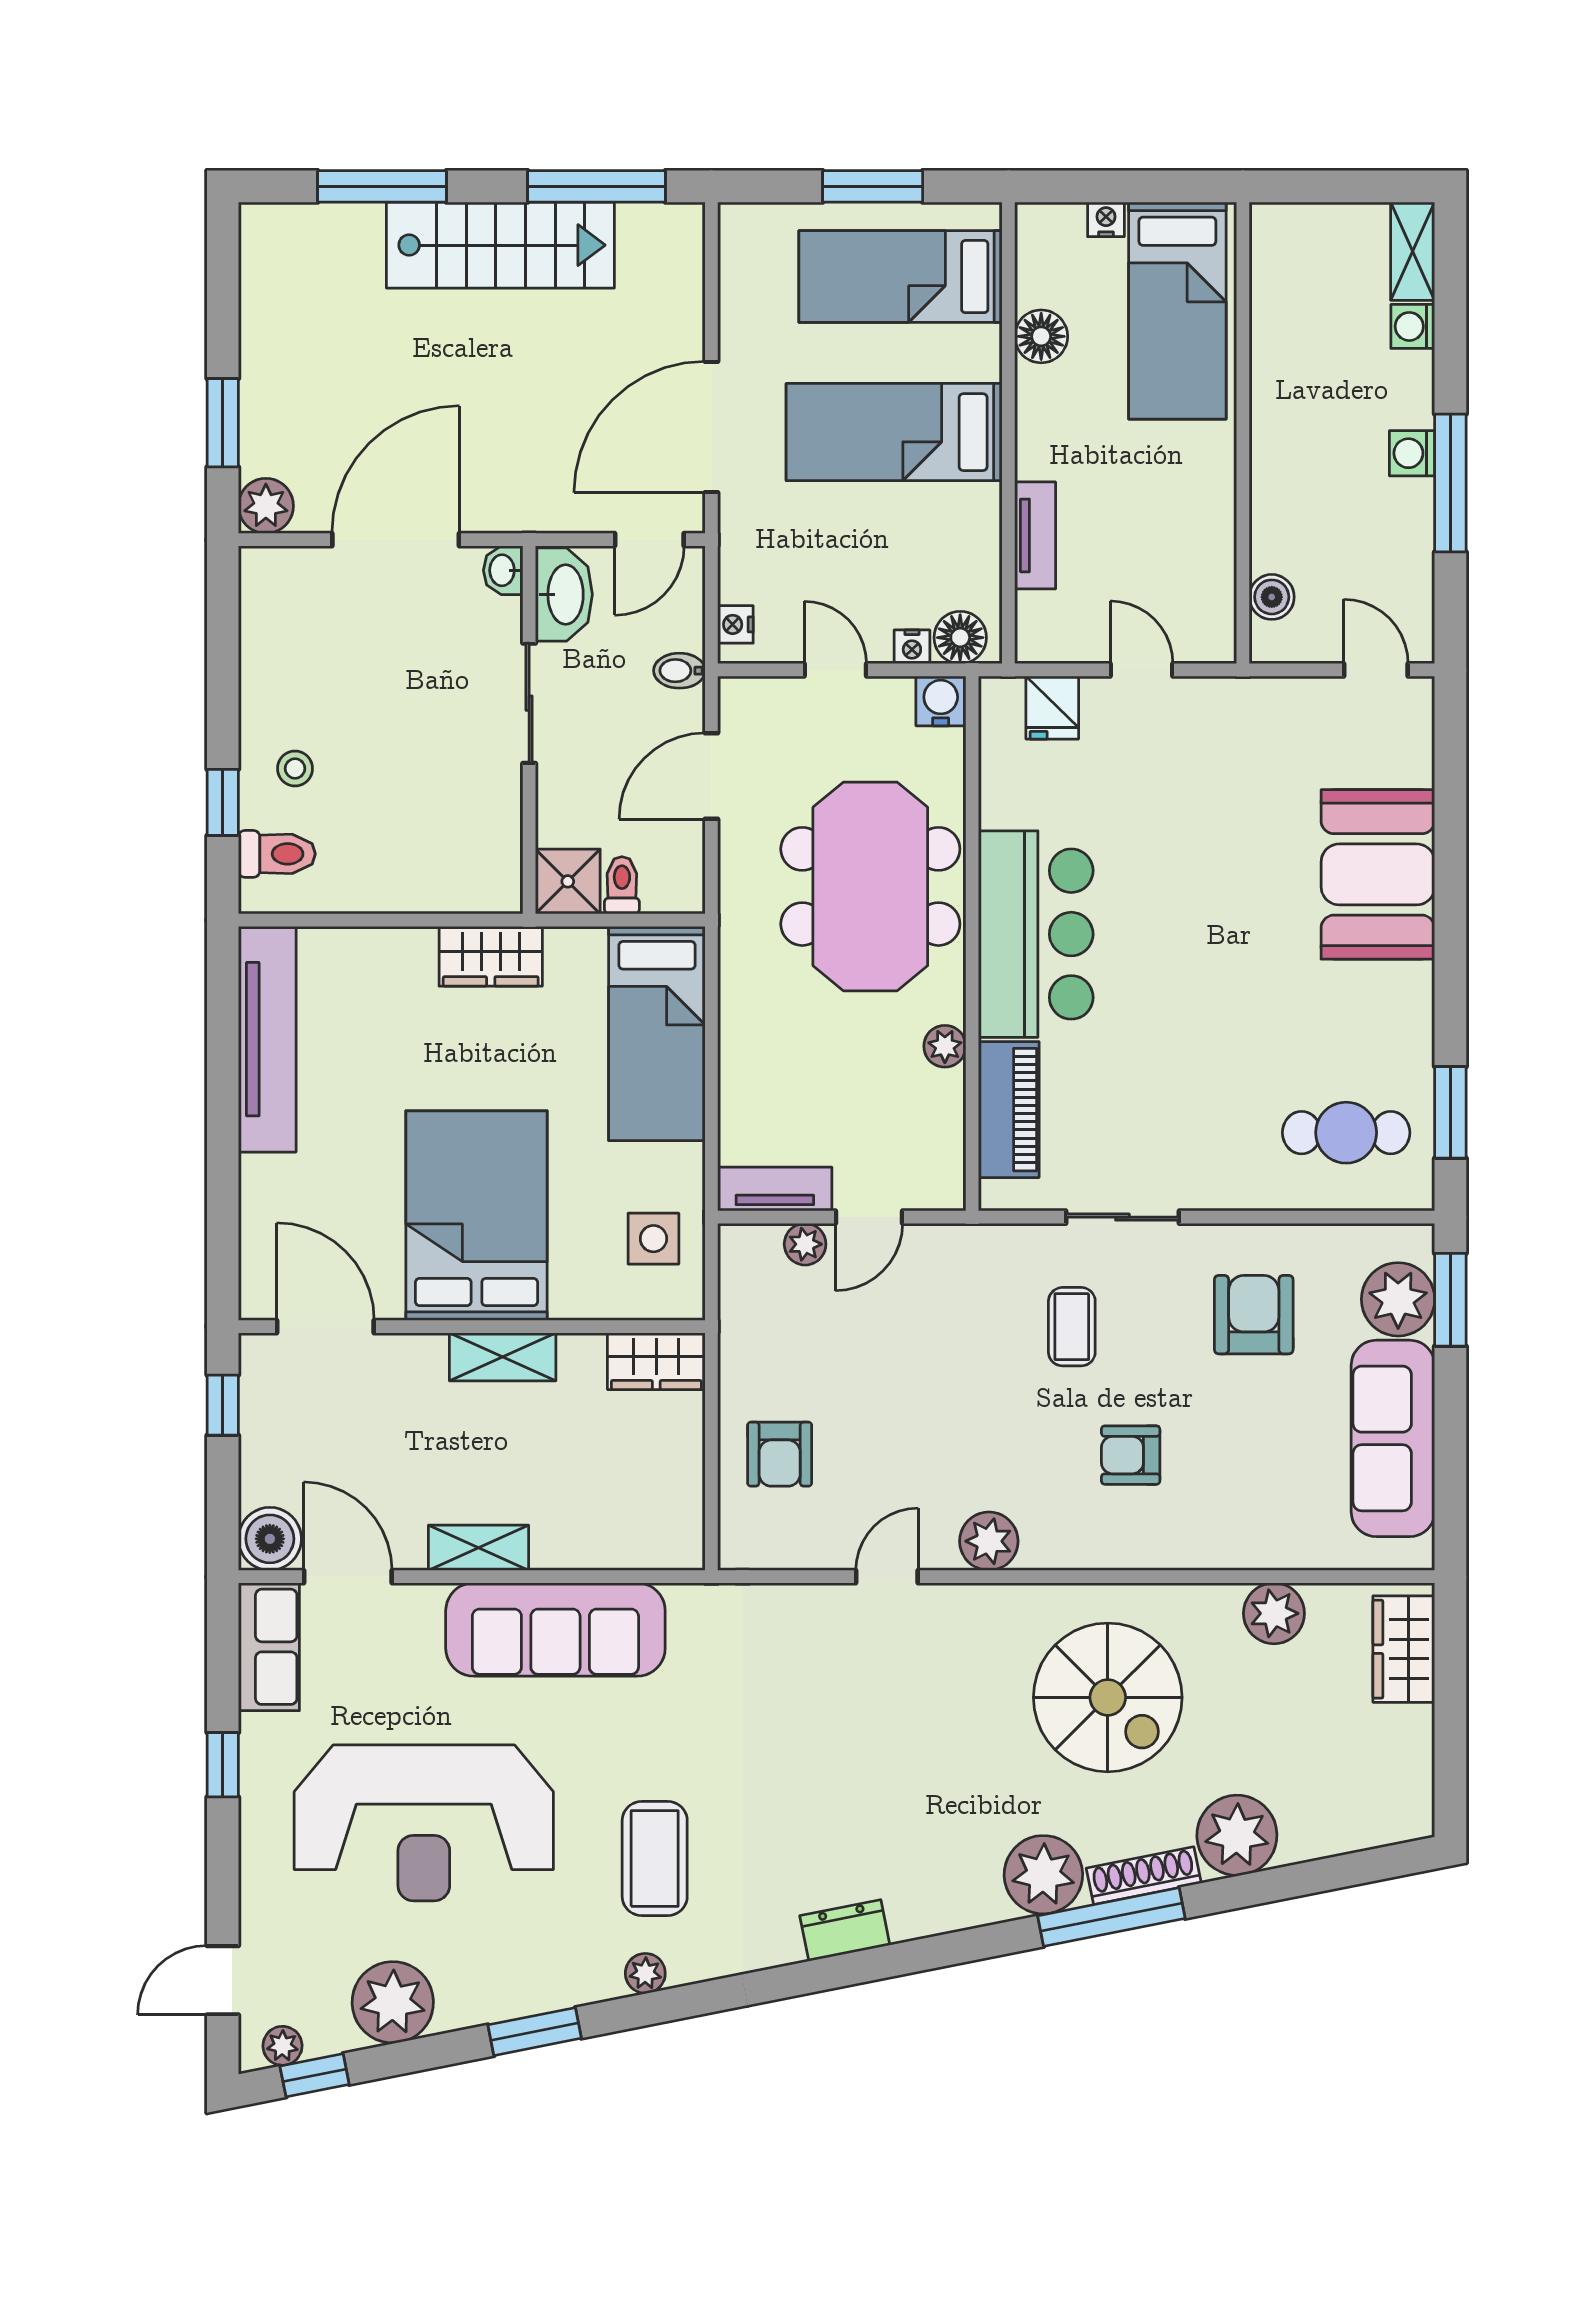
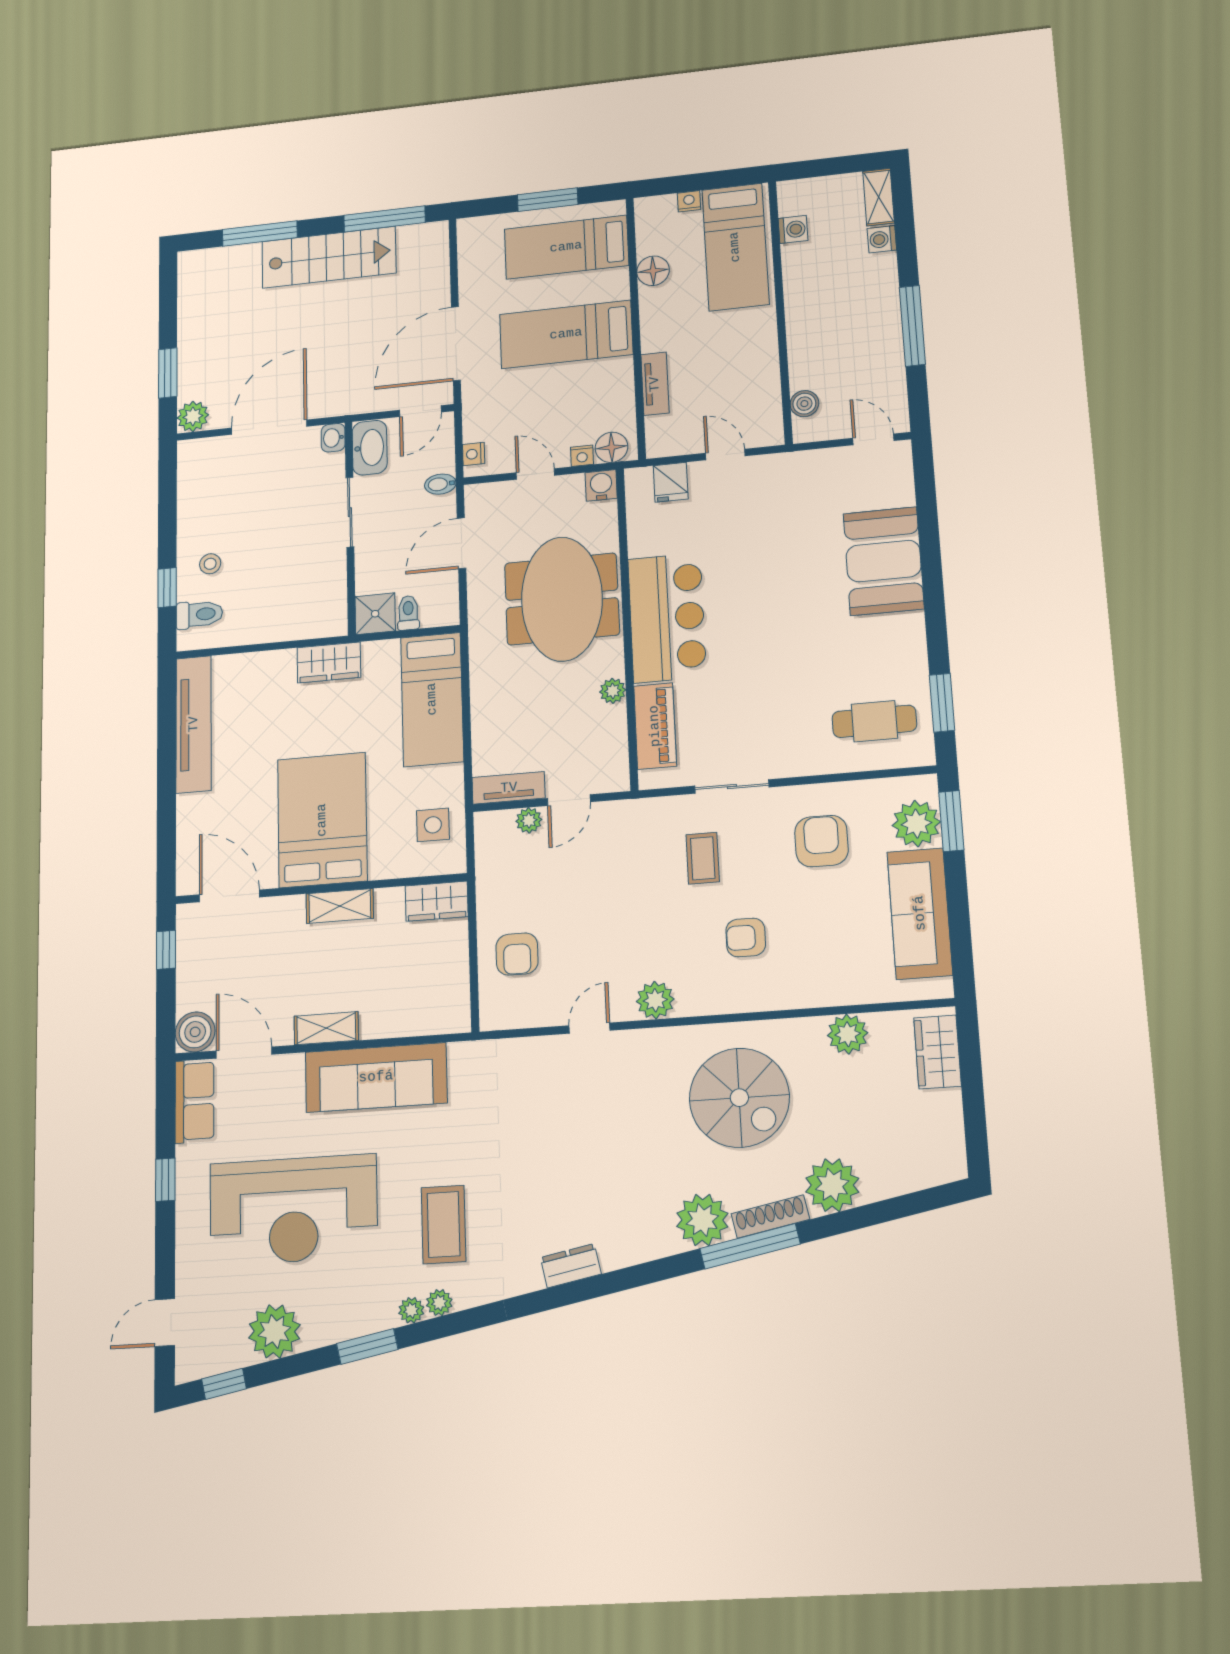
washing machine: (1412, 453) -> (793, 229), moved, turned 180
plant: (282, 2046) -> (411, 1310), moved

